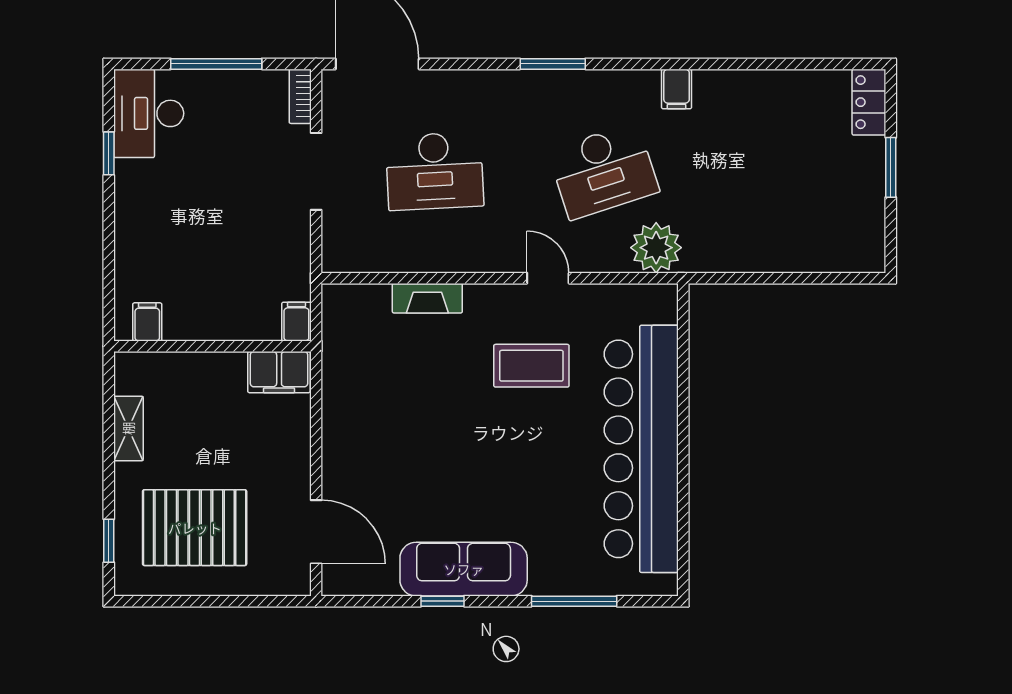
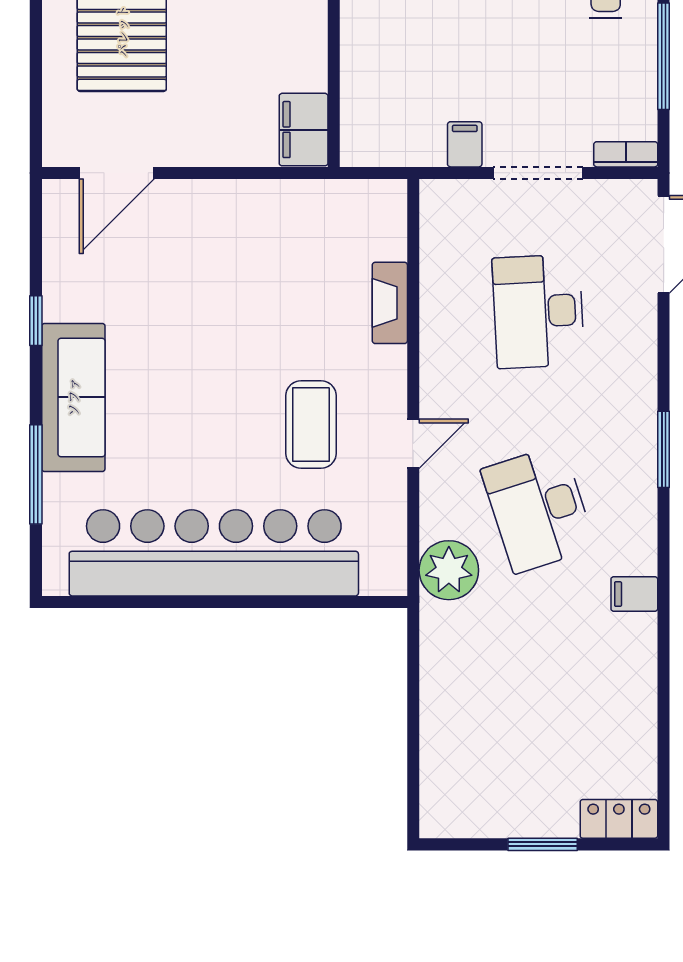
filing cabinet: (296, 322) -> (465, 144), moved, turned -90
sofa: (464, 569) -> (73, 397), moved

